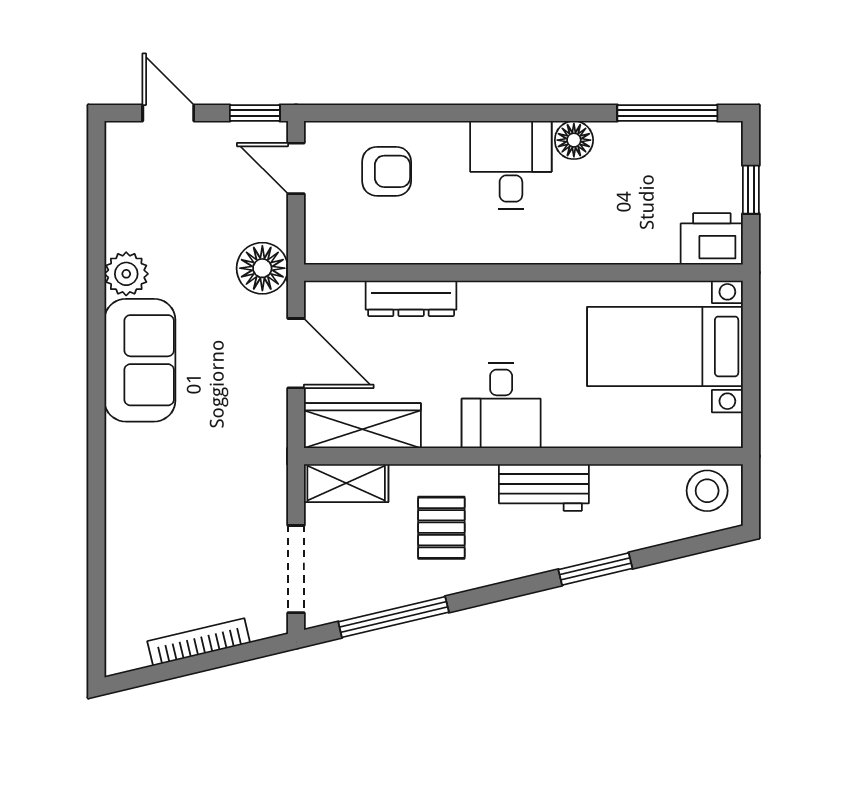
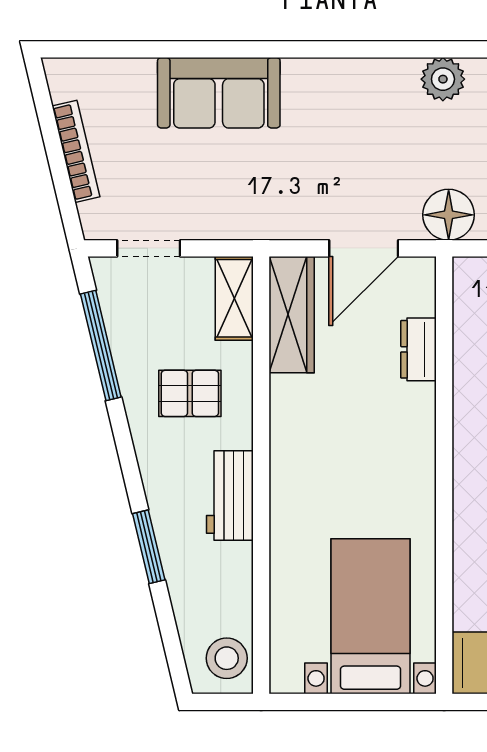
dresser: (411, 298) -> (418, 349), width x0.70
sofa: (140, 360) -> (219, 93), moved
desk: (501, 406) -> (312, 453), removed
doorway: (296, 569) -> (149, 248), width x0.73

